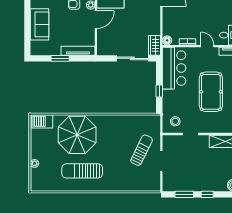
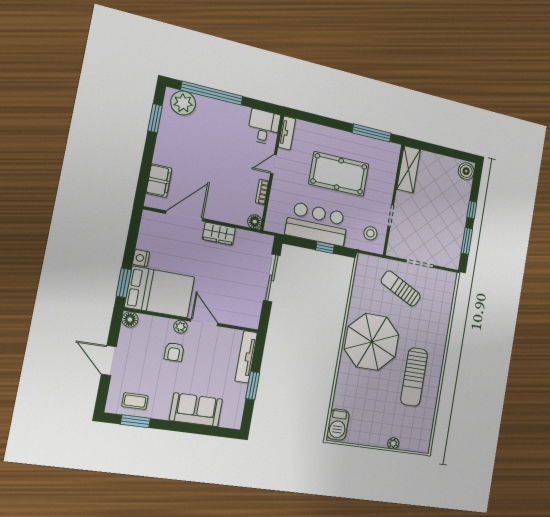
wardrobe: (155, 45) -> (219, 234), moved
bar counter: (174, 68) -> (317, 224), moved
parasol: (77, 135) -> (372, 342), moved

